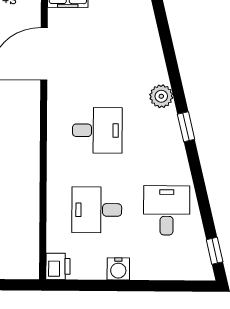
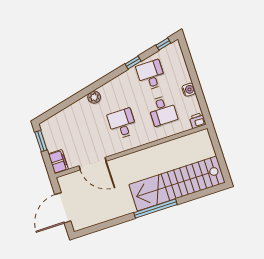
window: (186, 127) -> (133, 63), moved
desk: (167, 210) -> (151, 75), turned 90

